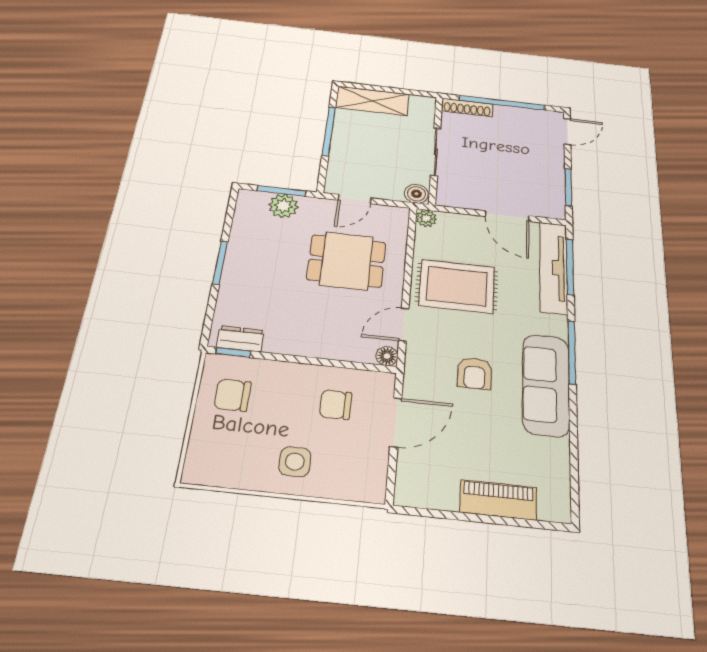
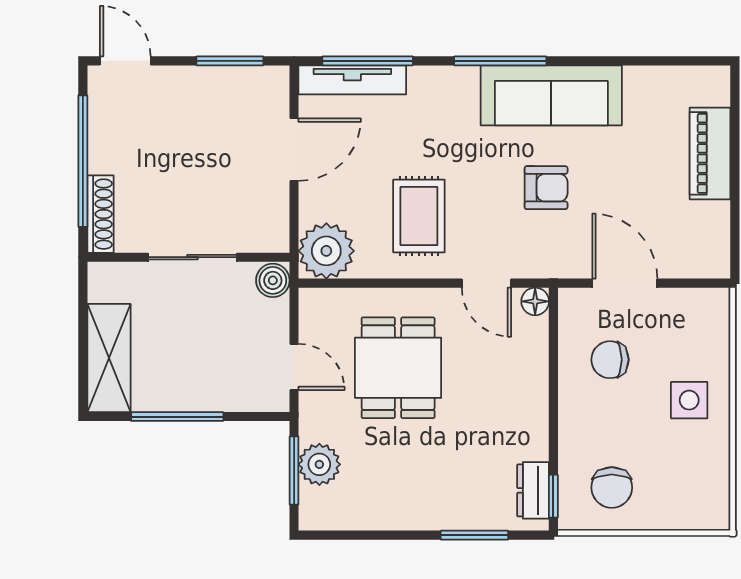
plant: (426, 218) -> (326, 251), width x1.87, depth x1.87
window: (220, 263) -> (474, 535), moved
tv unit: (553, 267) -> (352, 80), width x0.73, depth x0.78
rug: (457, 286) -> (419, 216), width x0.73, depth x0.70
chair: (336, 405) -> (610, 360), turned 90

